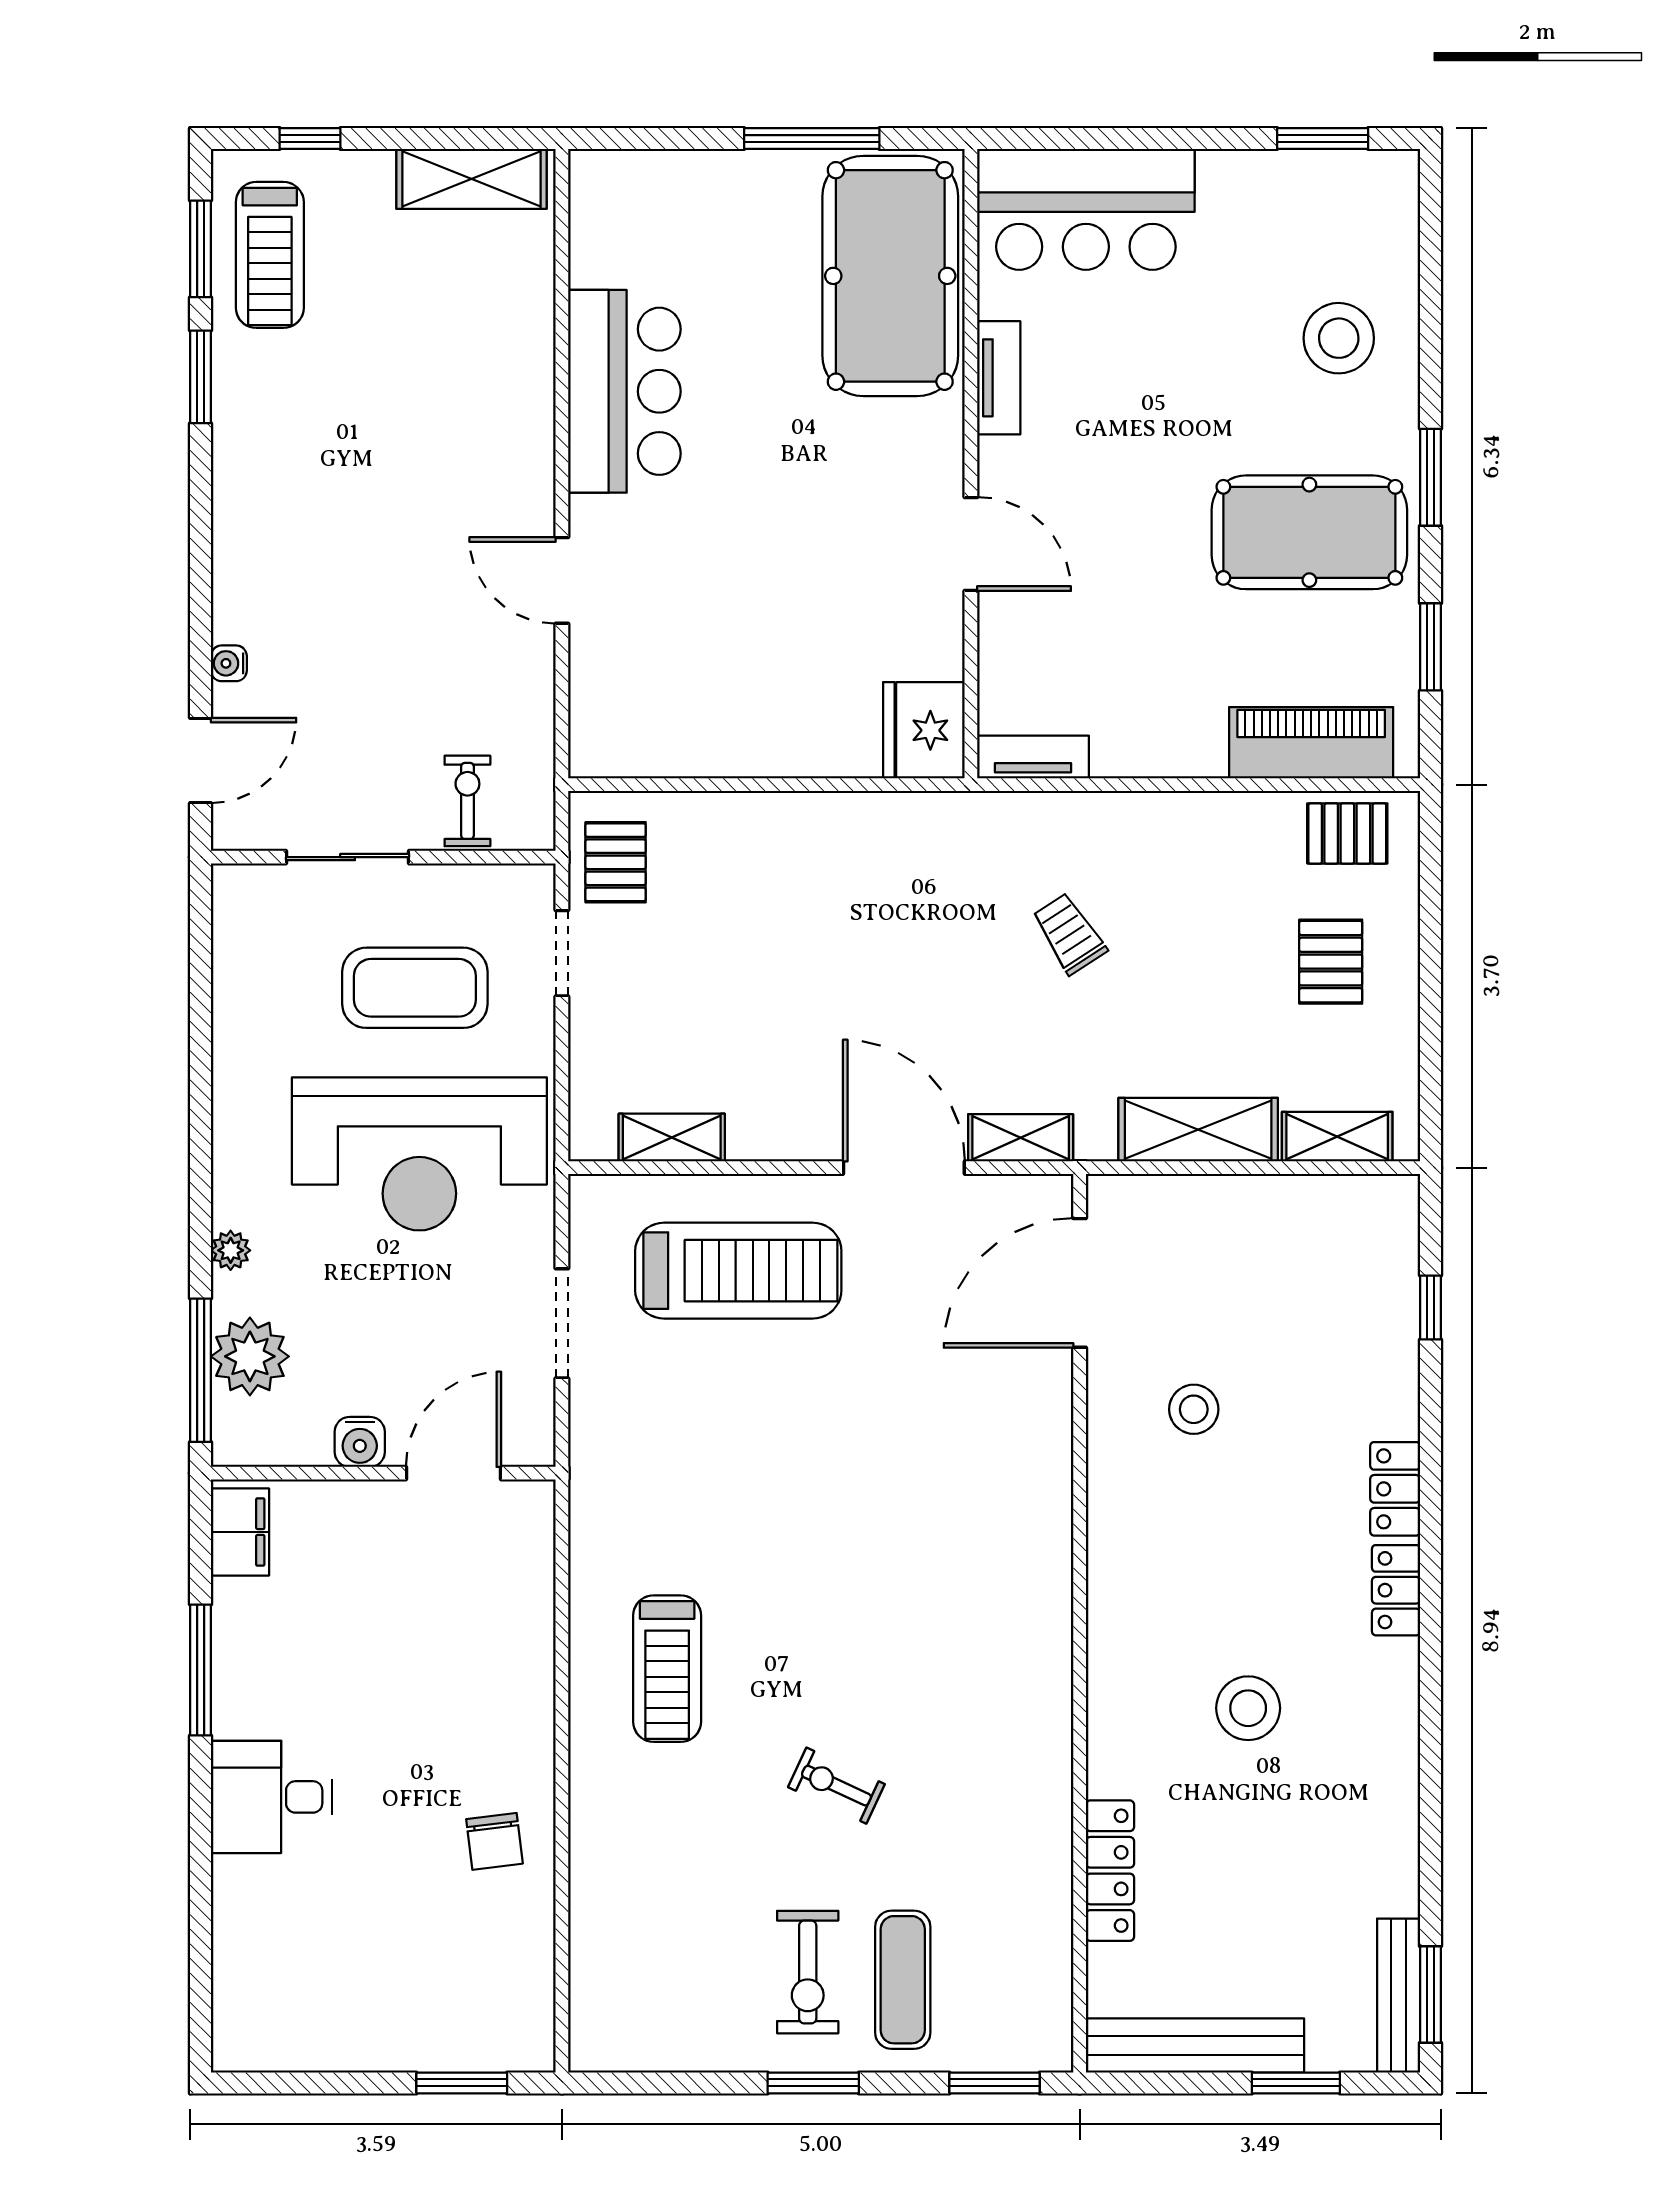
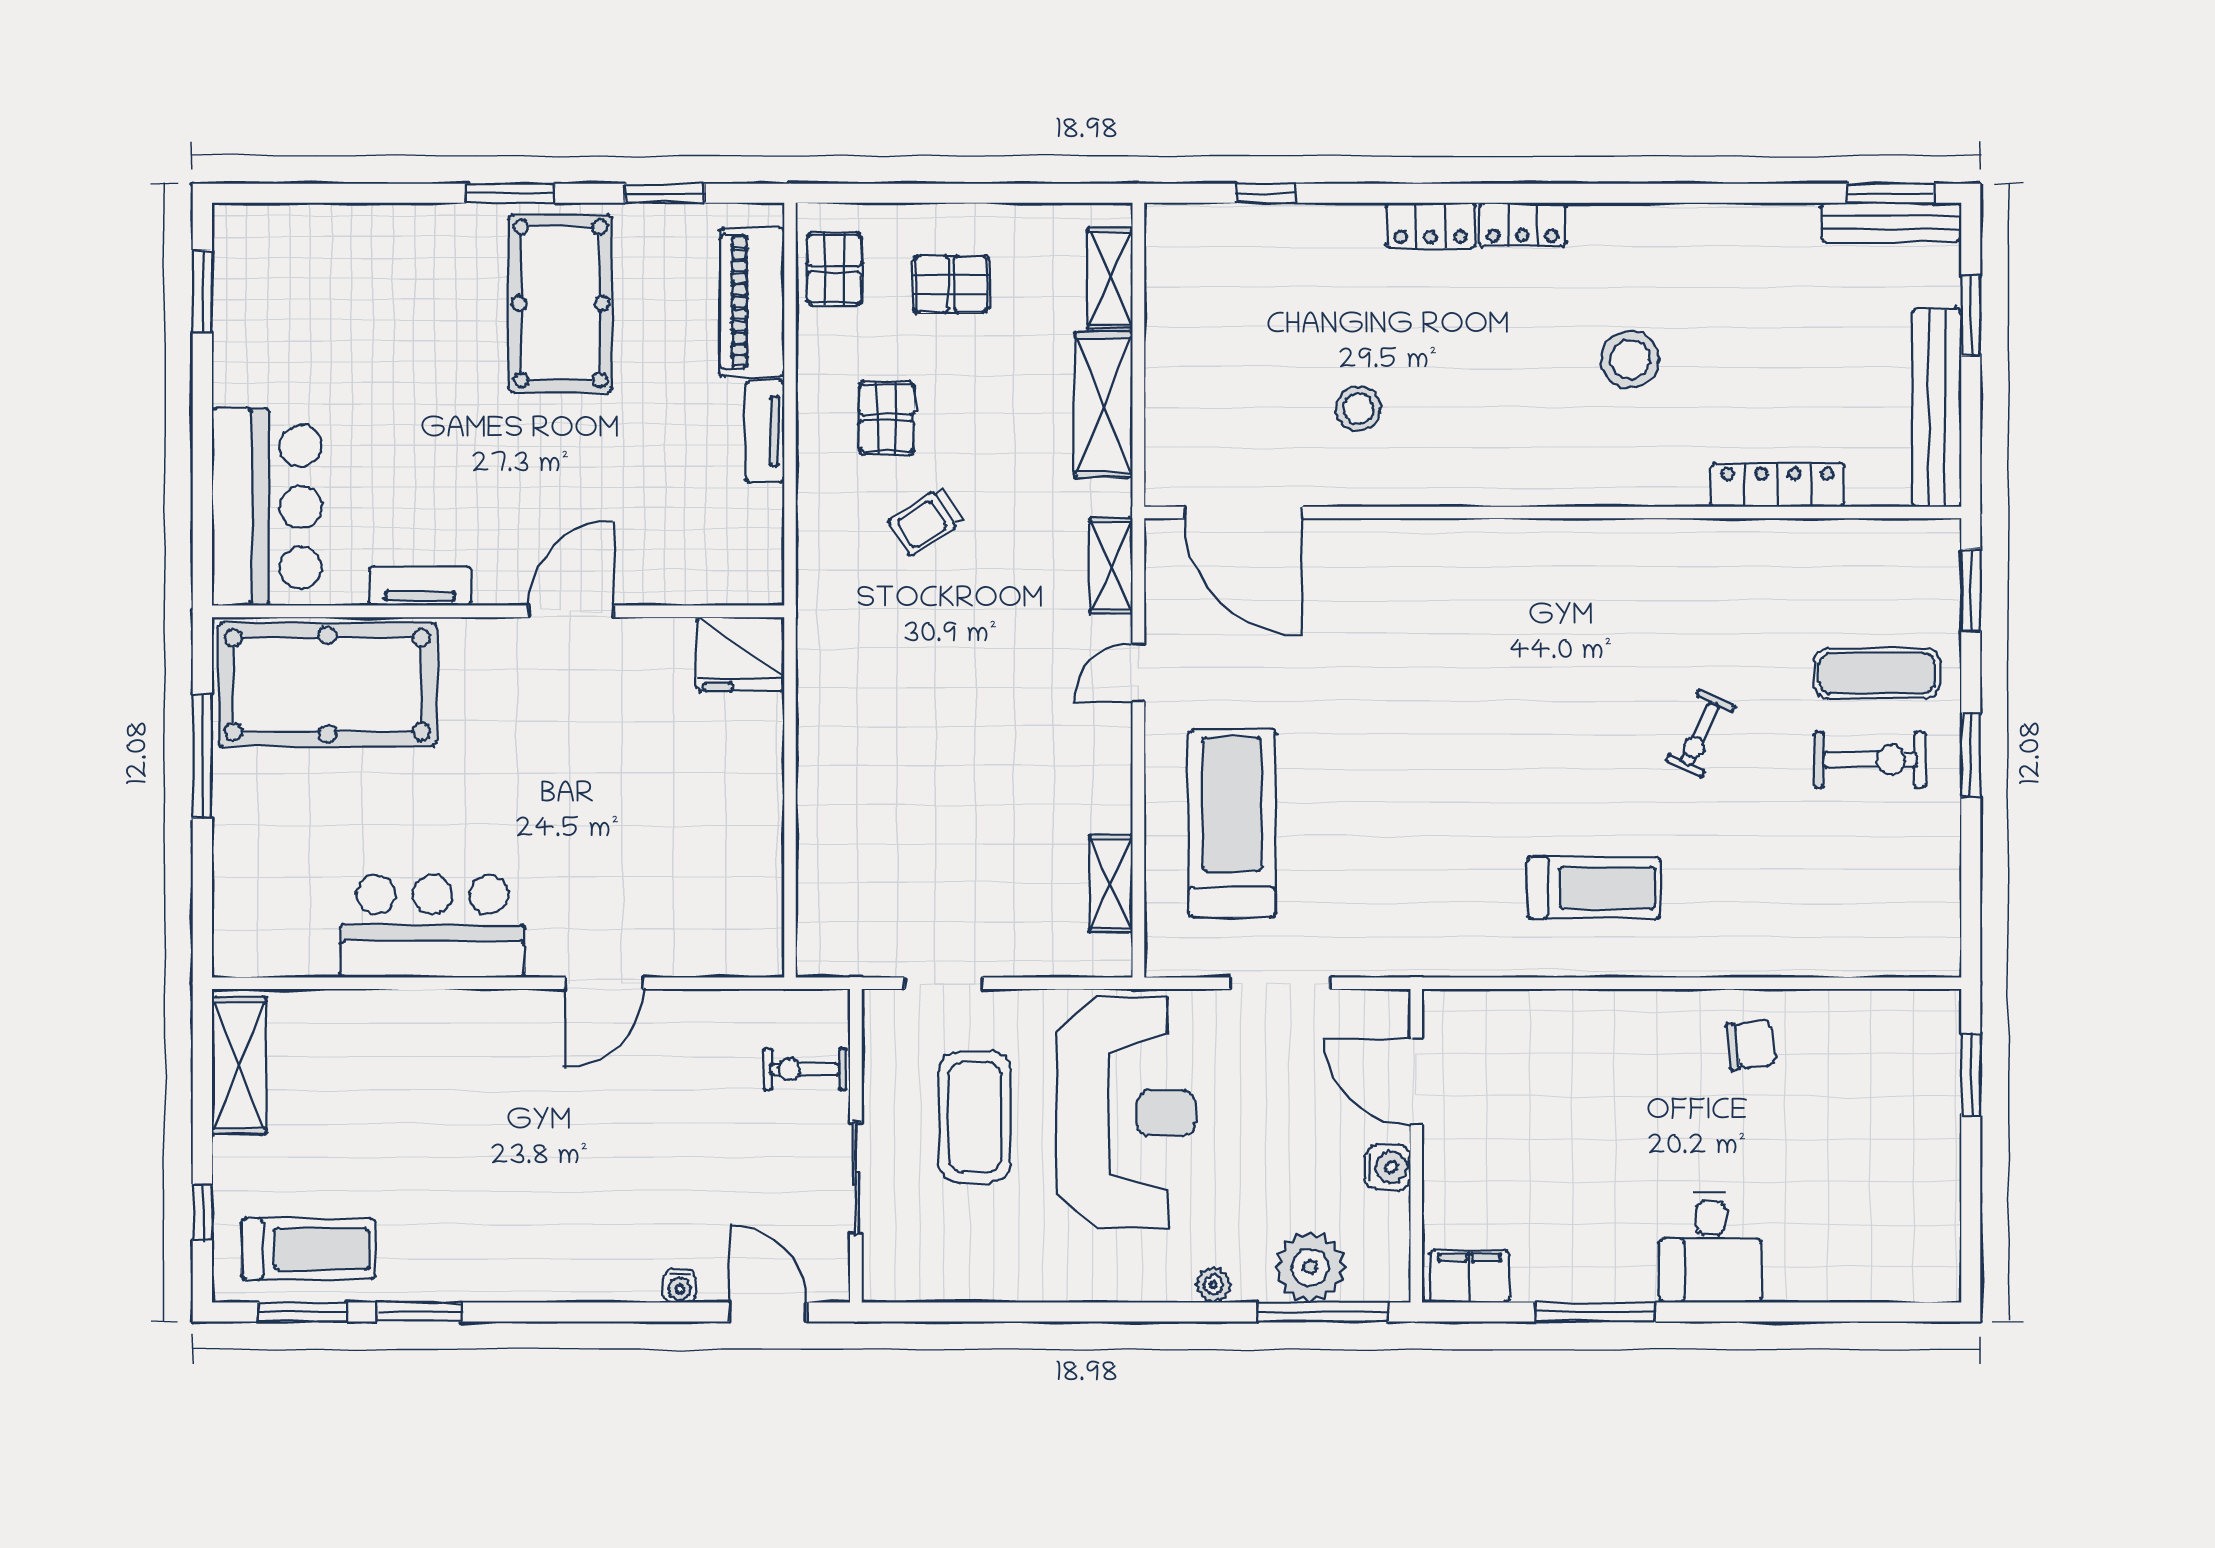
stool: (1339, 338) -> (384, 277), removed
tv unit: (1033, 757) -> (765, 431), moved
pallet: (616, 862) -> (887, 418), moved, turned 90
door: (904, 1168) -> (1138, 672), width x0.53

